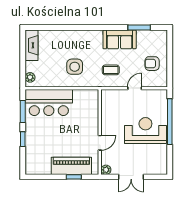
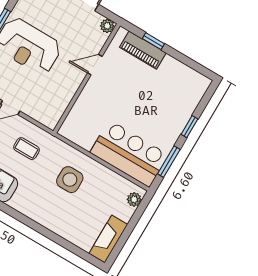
piano: (71, 166) -> (143, 50), width x0.73, depth x0.75

